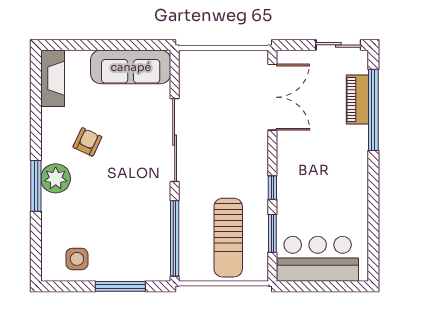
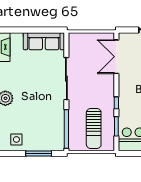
double door: (272, 97) -> (116, 57), swing flipped
armchair: (87, 142) -> (22, 80), removed

